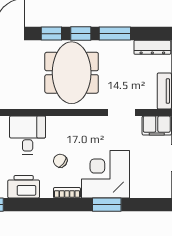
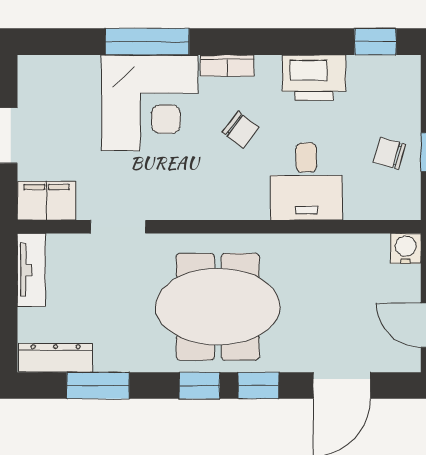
window: (115, 34) -> (98, 385), moved
meeting table: (72, 73) -> (218, 307), turned 90
window: (107, 205) -> (147, 42), width x1.44

